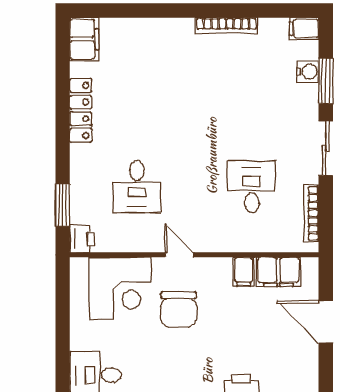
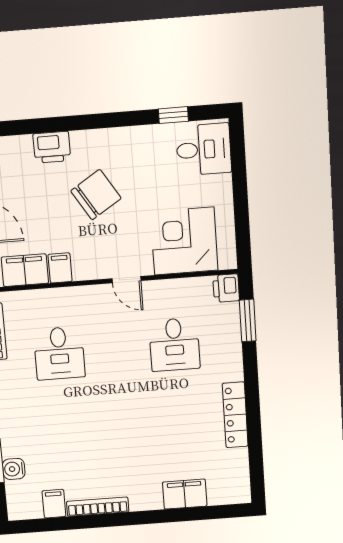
filing cabinet: (304, 29) -> (54, 504), moved, turned -90
filing cabinet: (84, 39) -> (185, 494), moved, turned 90
desk: (137, 187) -> (174, 344), turned 180
chair: (179, 309) -> (96, 195), moved, turned 58

